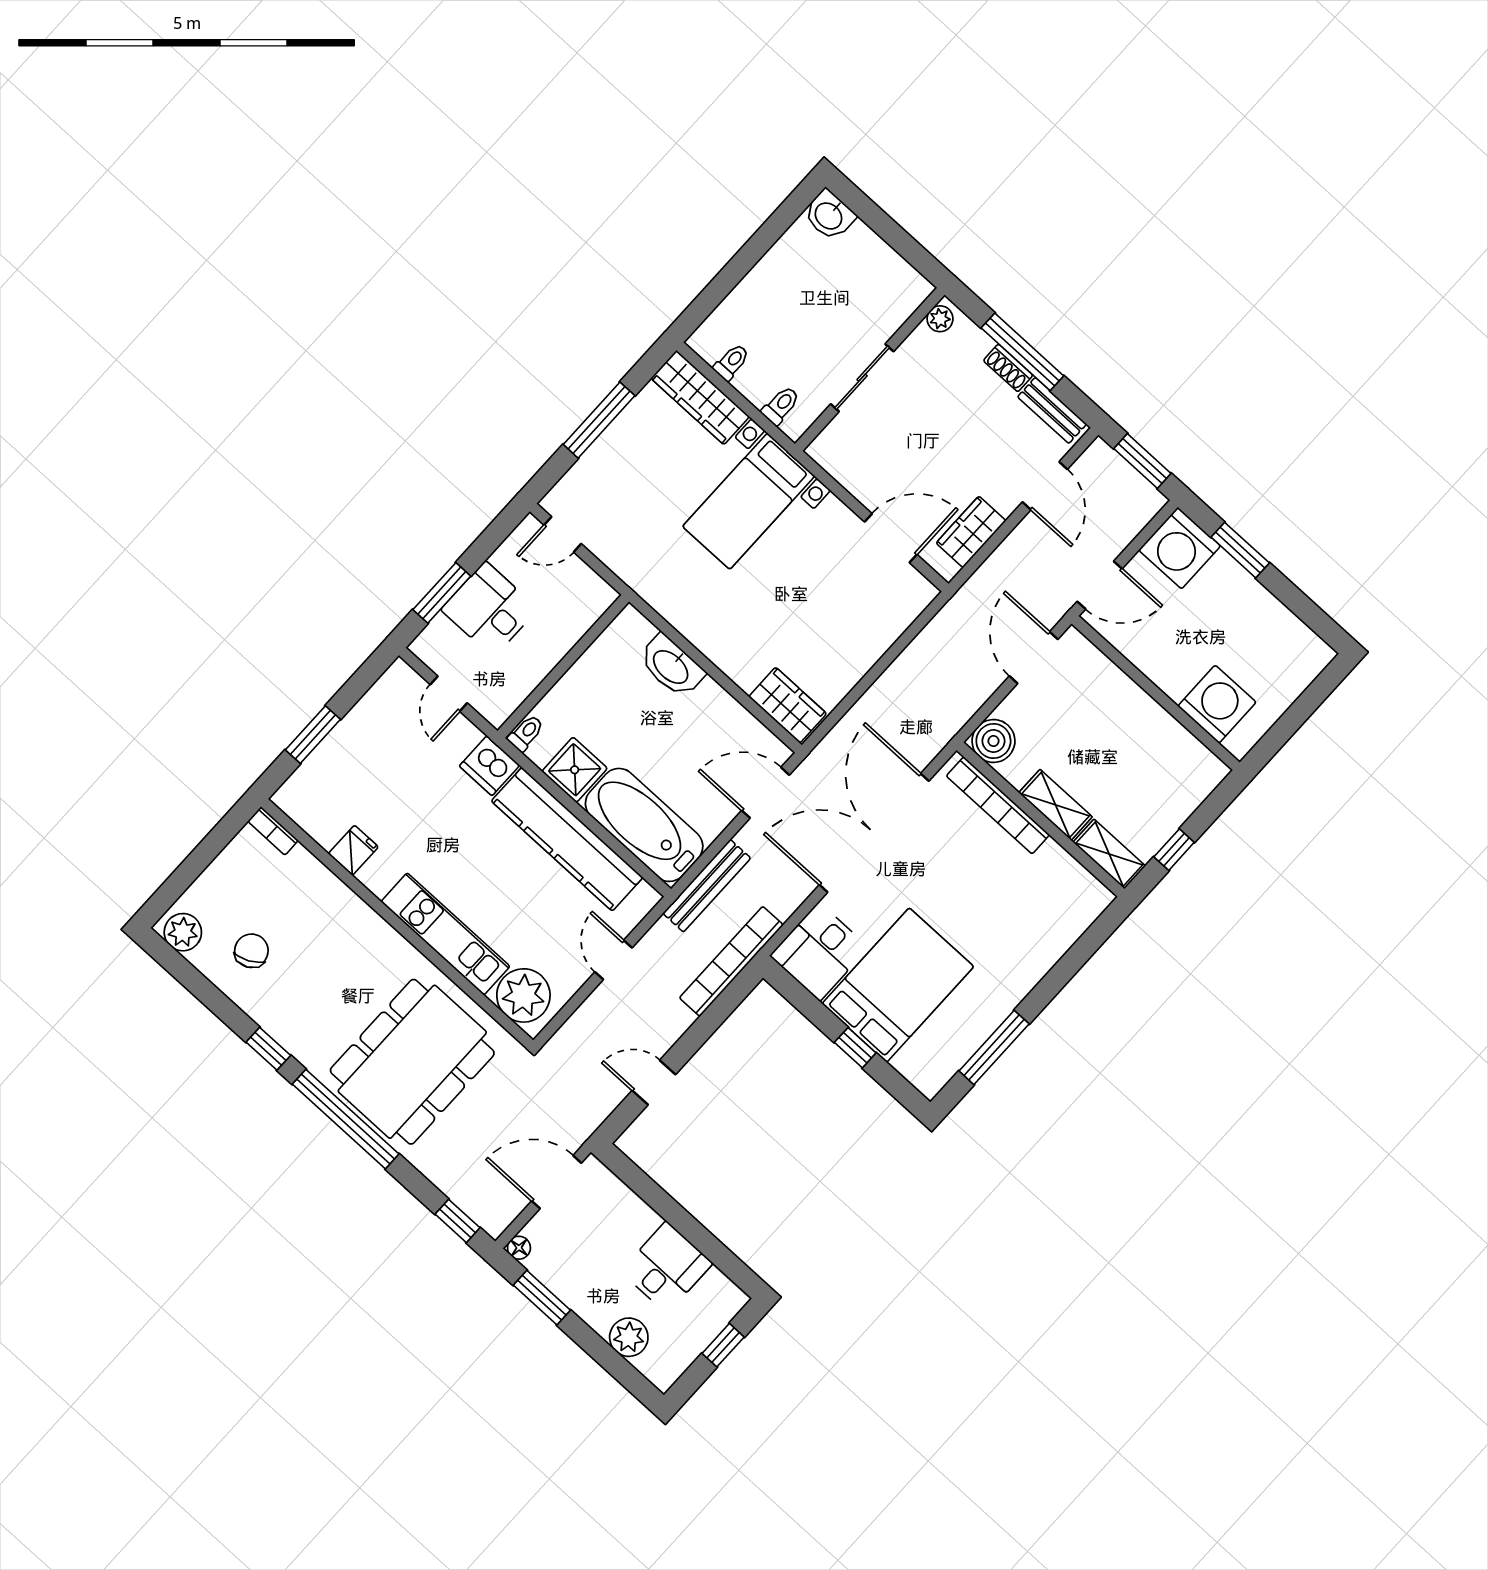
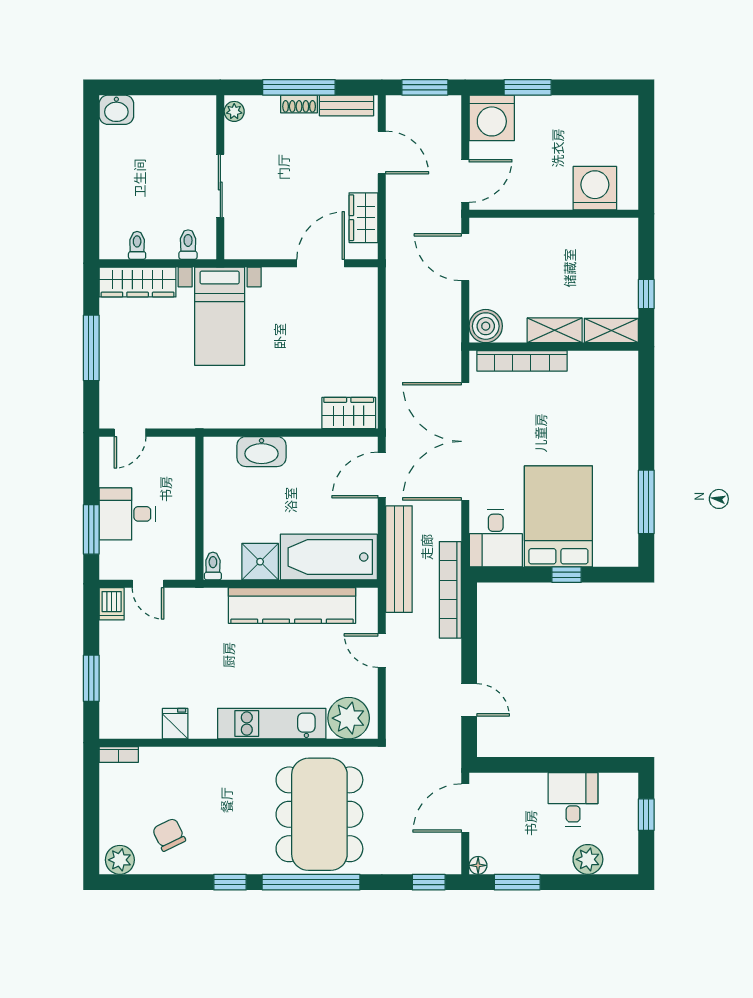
dishwasher: (489, 766) -> (112, 604), moved, width x0.73
bench: (707, 886) -> (399, 559), width x1.37, depth x1.21
door: (654, 1082) -> (469, 700), swing flipped

